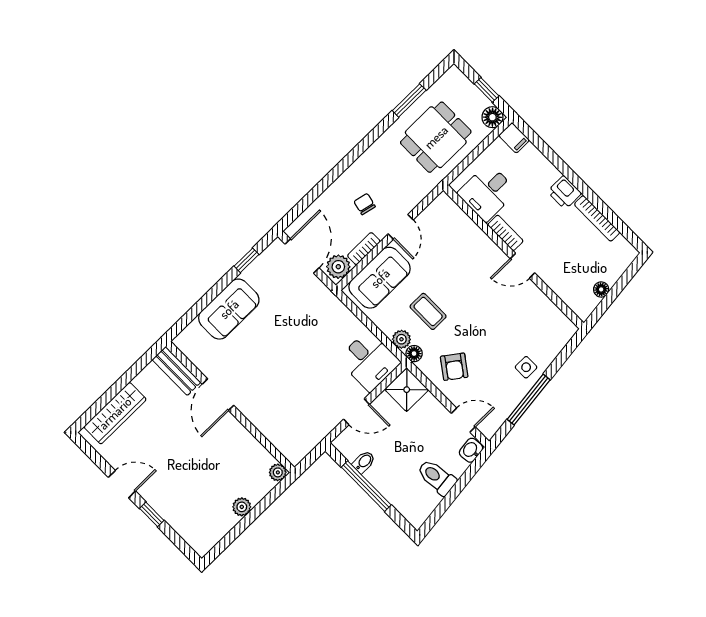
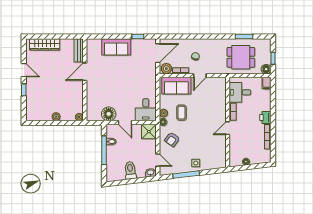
door: (522, 266) -> (228, 128), hinge flipped
floor lamp: (318, 423) -> (109, 114), added

